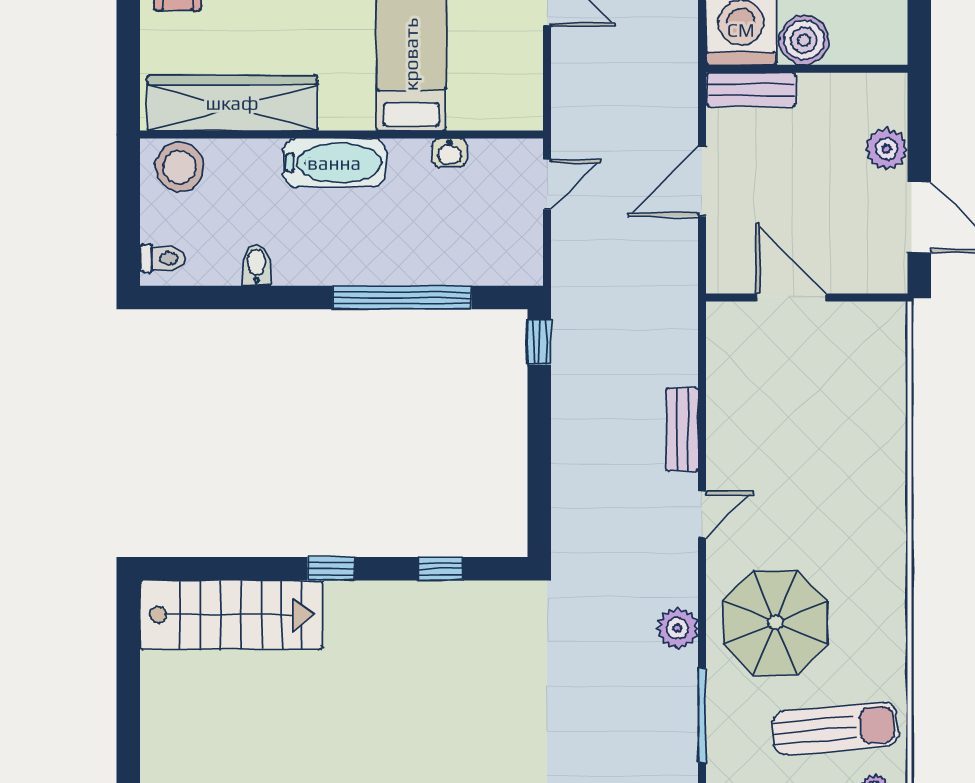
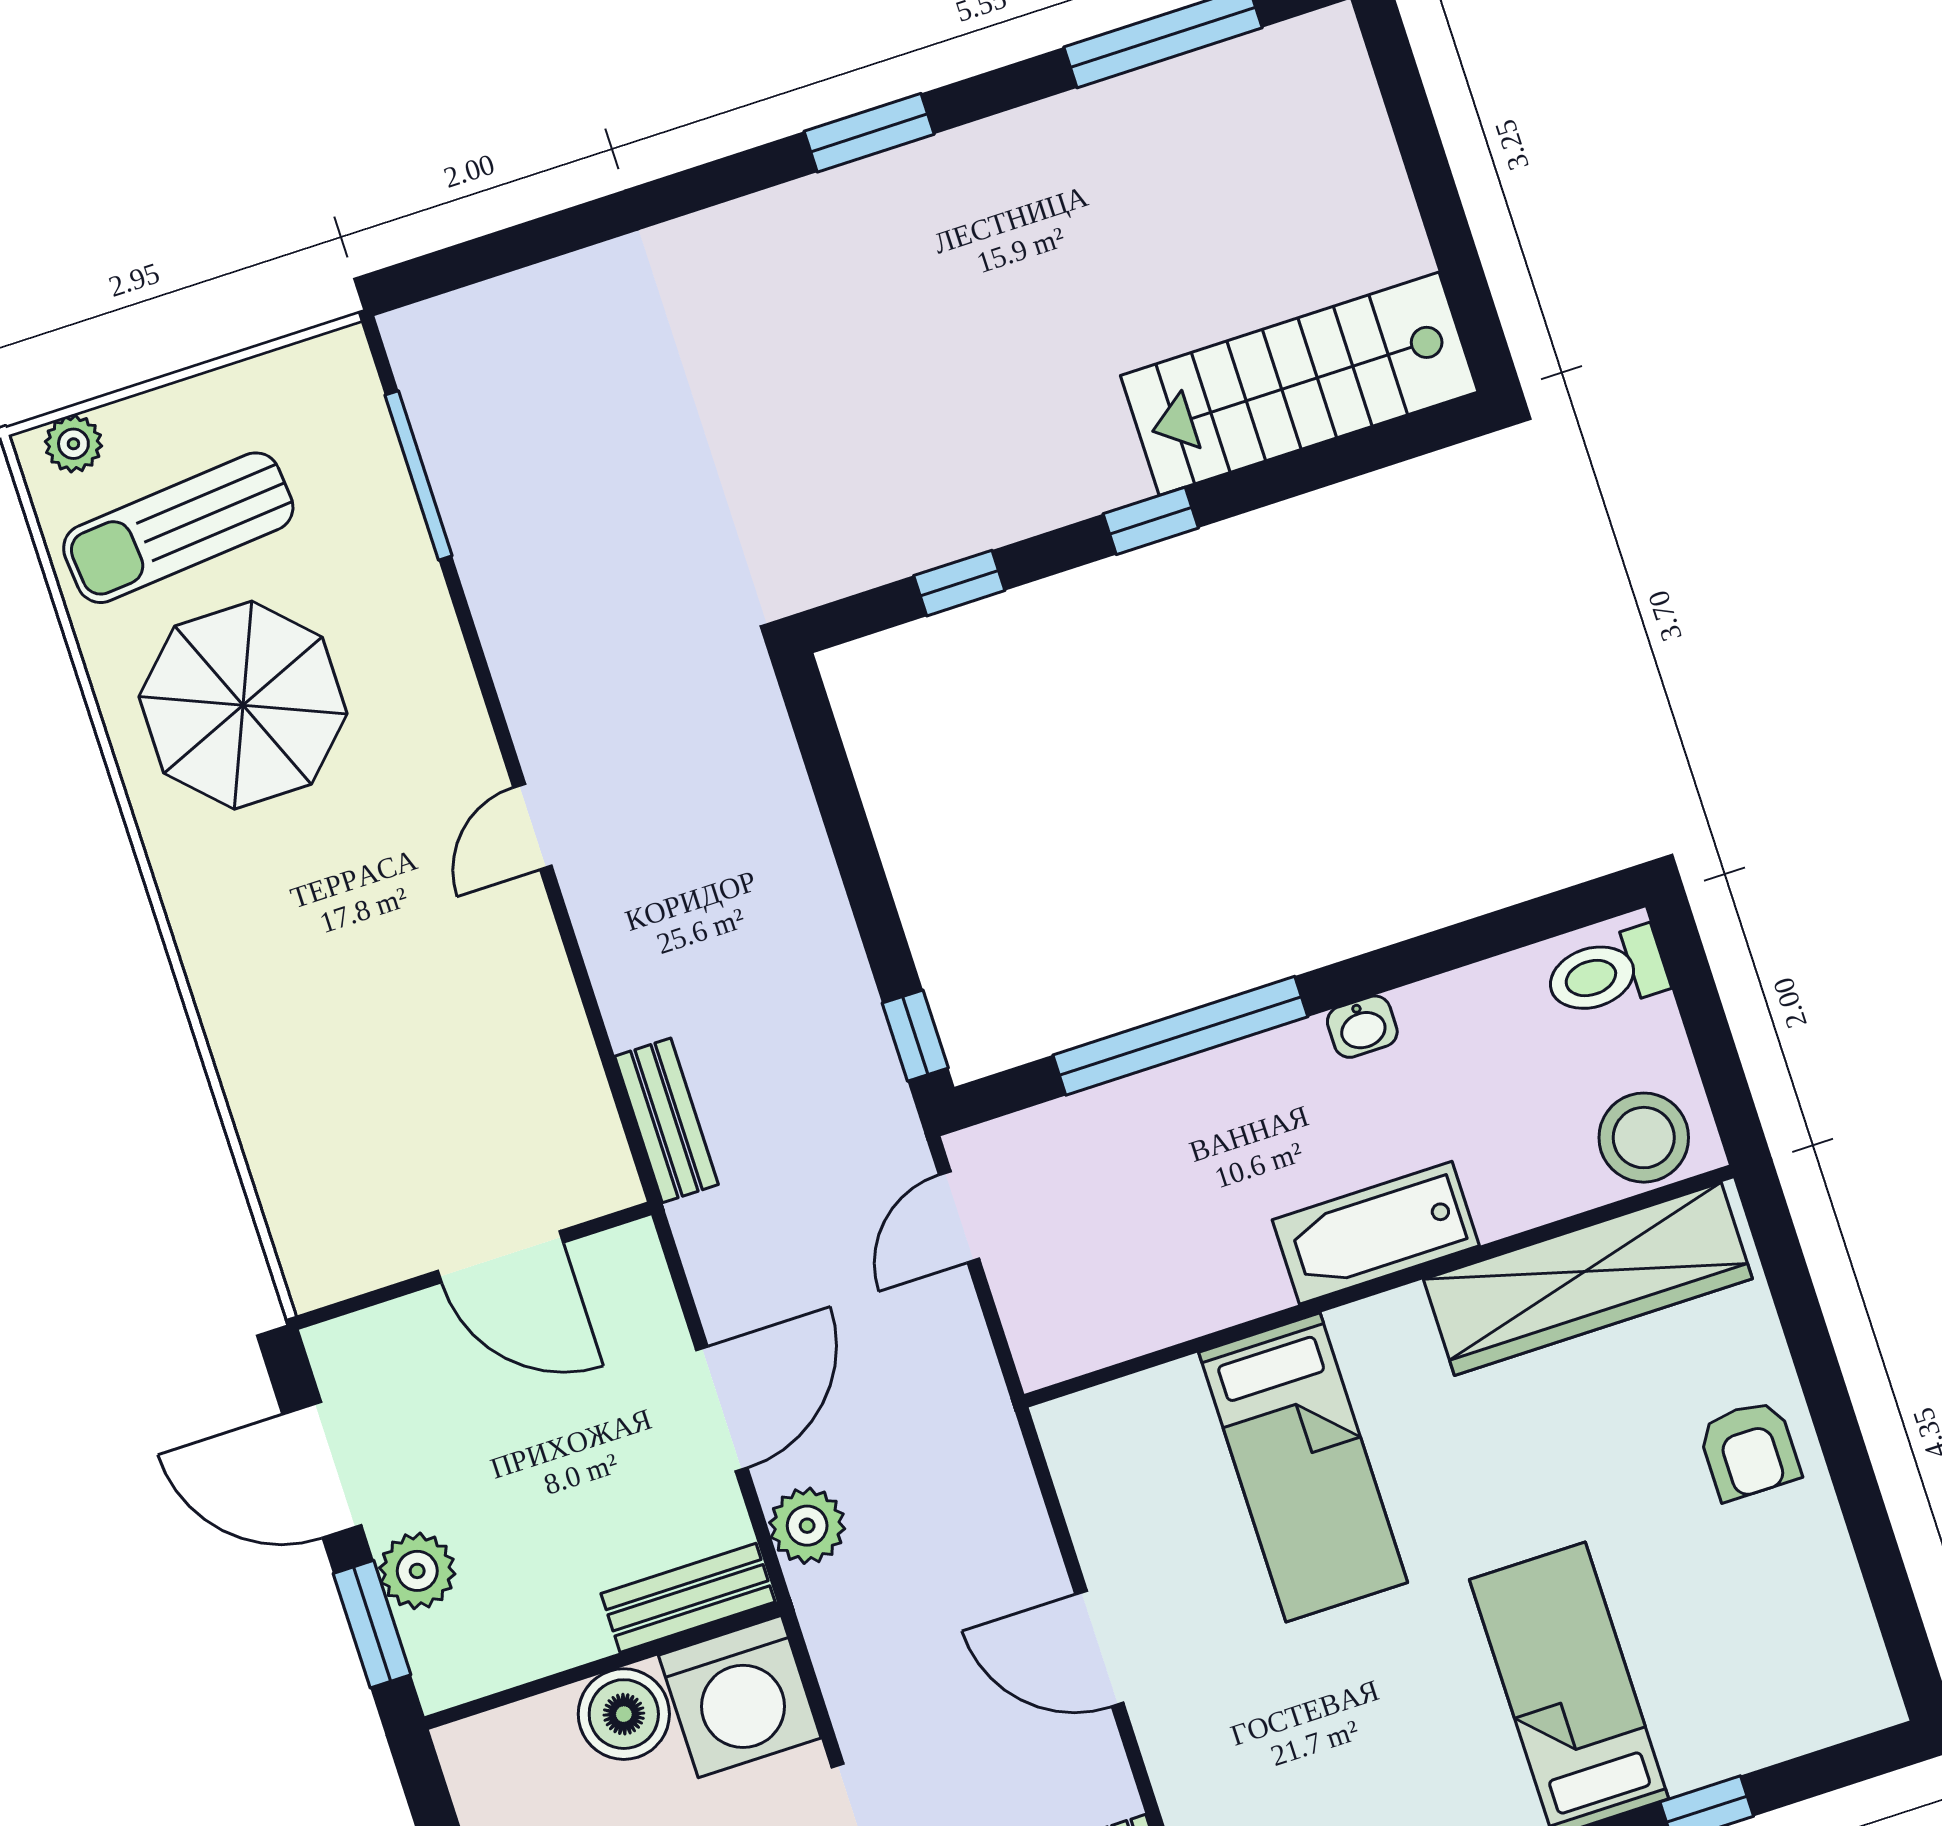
window: (919, 129) -> (372, 1624), added
washbasin: (449, 153) -> (1362, 1027), moved, turned 180
door: (547, 184) -> (959, 1217), moved
toilet: (163, 258) -> (1606, 973), width x1.37, depth x1.39
bidet: (257, 265) -> (1453, 1010), removed
bench: (682, 429) -> (667, 1120), moved
parasol: (775, 622) -> (243, 705), moved
plant: (678, 628) -> (807, 1526), moved

